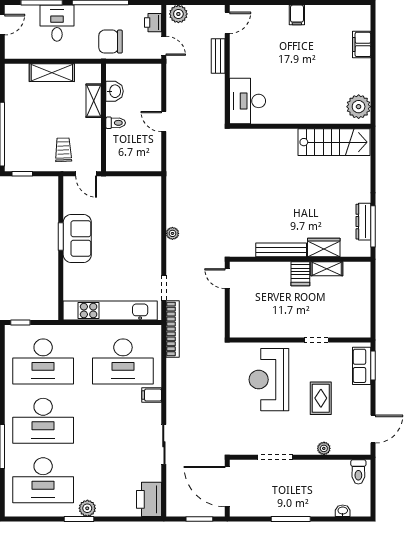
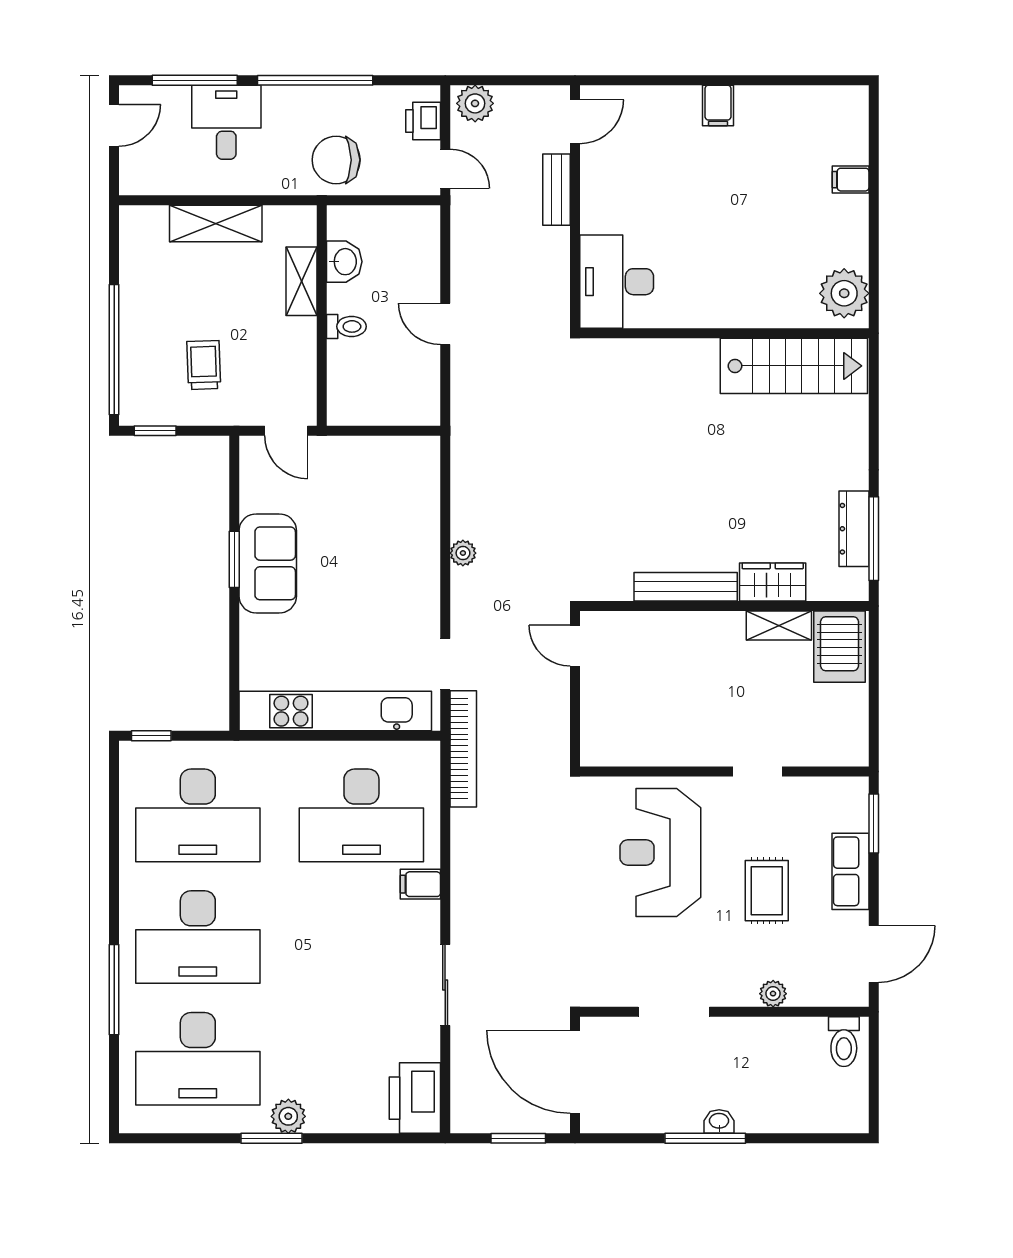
filing cabinet: (362, 44) -> (851, 180), width x0.50
trolley: (63, 150) -> (204, 365), moved
server rack: (300, 274) -> (840, 647), moved, width x1.36, depth x1.44
row of seats: (362, 366) -> (850, 871), moved
washbasin: (343, 511) -> (719, 1121), moved

